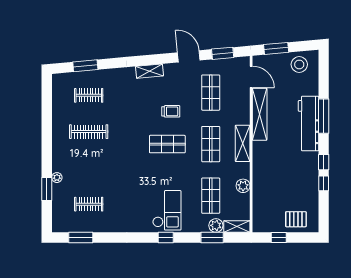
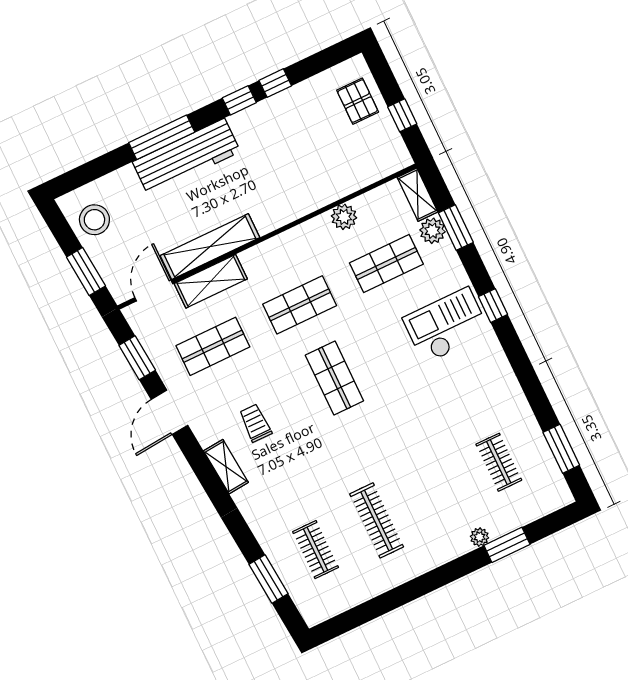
trolley: (171, 111) -> (255, 423), moved
shelving: (243, 143) -> (211, 281), moved

